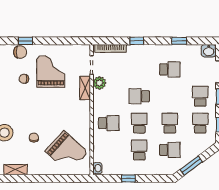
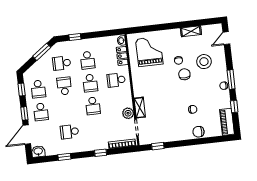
window: (25, 41) -> (158, 146), moved
grand piano: (51, 71) -> (171, 118), removed
school desk: (139, 96) -> (93, 106), turned 90
chair: (29, 121) -> (184, 74), added
school desk: (170, 123) -> (64, 86), turned 180
locker: (99, 150) -> (122, 56), added
grand piano: (67, 152) -> (149, 51), turned 48
window: (128, 178) -> (75, 37), moved

